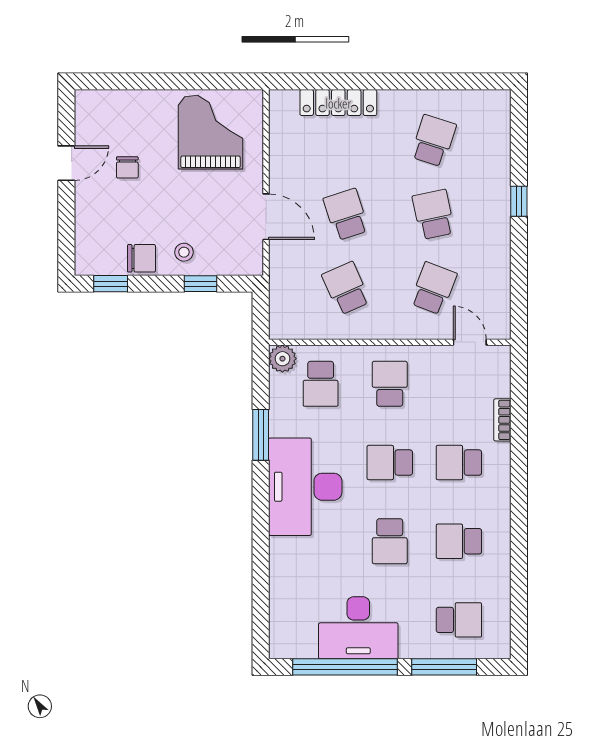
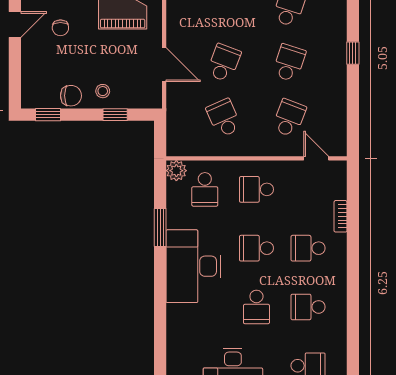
school desk: (346, 214) -> (224, 63), turned 39
school desk: (433, 214) -> (289, 63), turned 30
school desk: (390, 384) -> (256, 189), turned -90

